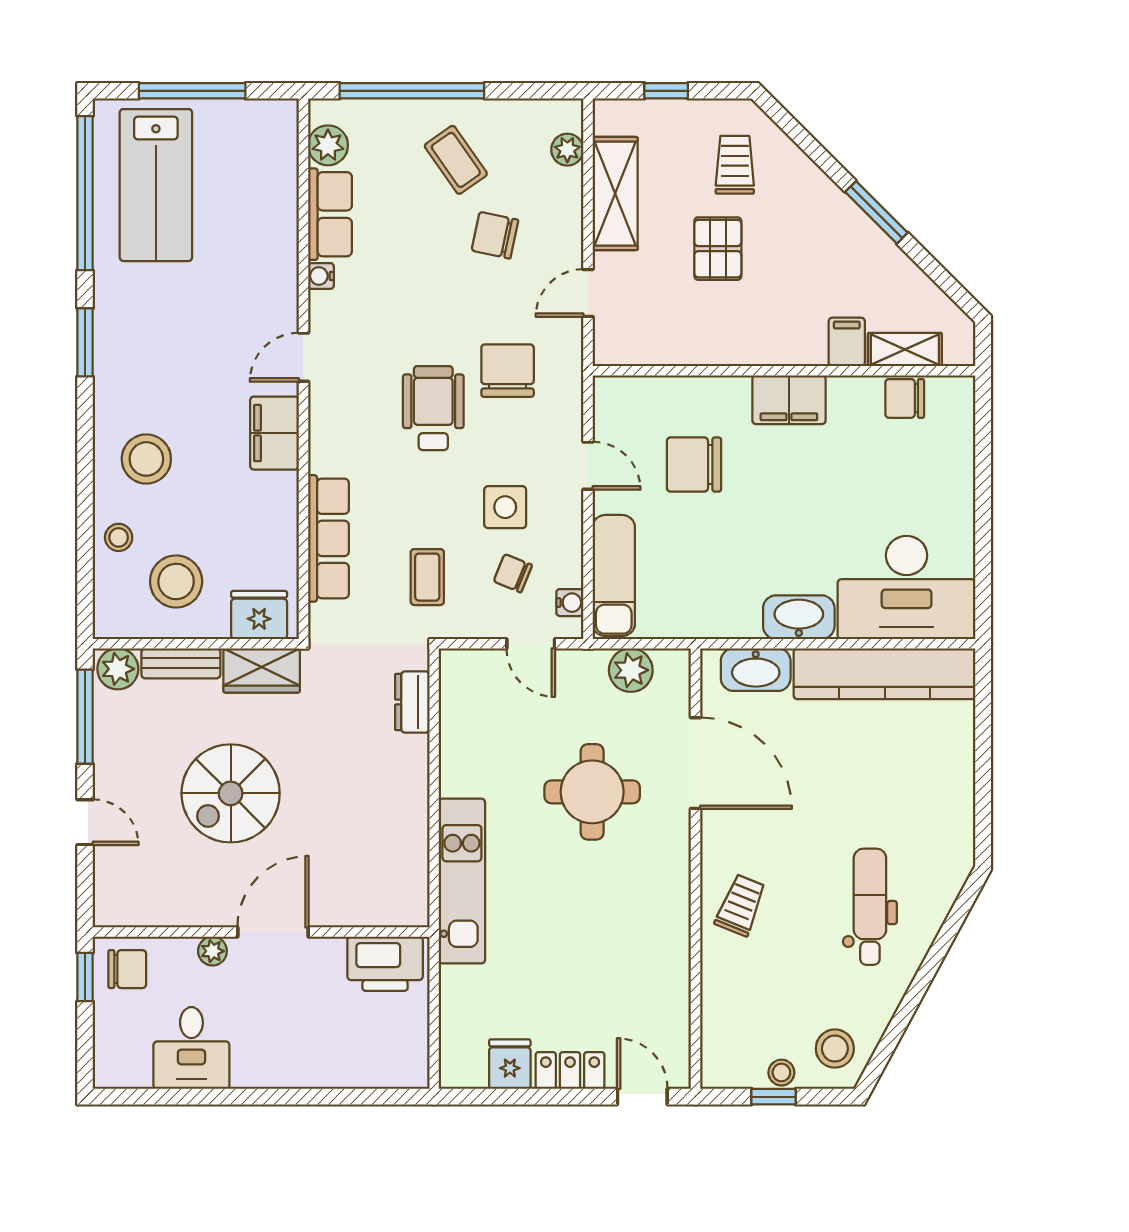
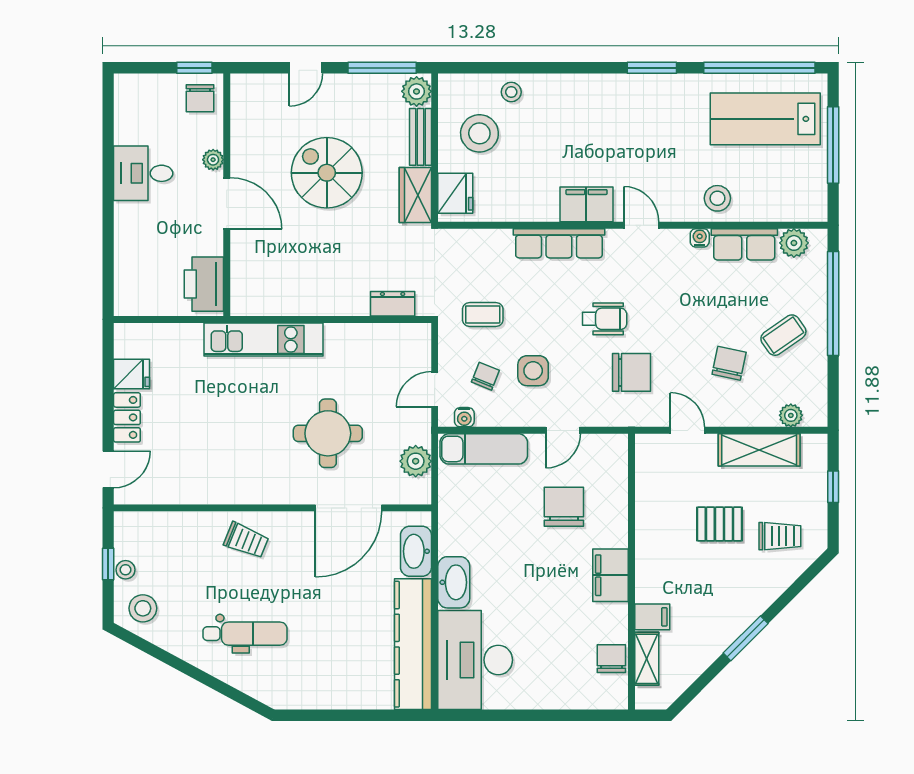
wheelchair: (433, 408) -> (605, 319), width x0.73, depth x0.73
stool: (146, 459) -> (717, 198), moved, width x0.73, depth x0.73
row of seats: (328, 538) -> (559, 243), moved
desk: (191, 1048) -> (143, 173), moved

